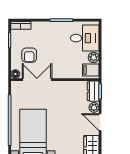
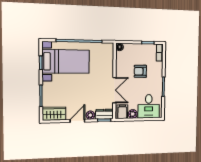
armchair: (29, 55) -> (140, 71), moved
double door: (37, 80) -> (114, 90), moved

